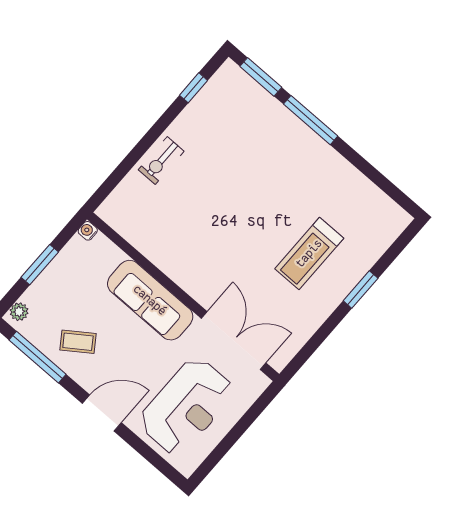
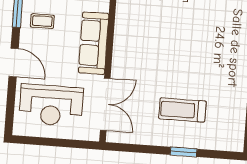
coffee table: (78, 342) -> (42, 21), turned -55

